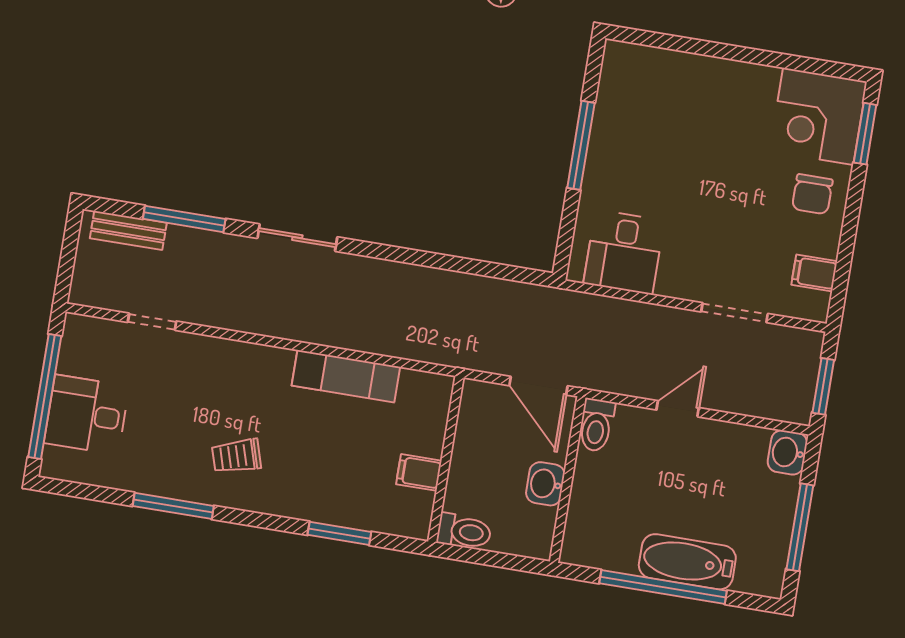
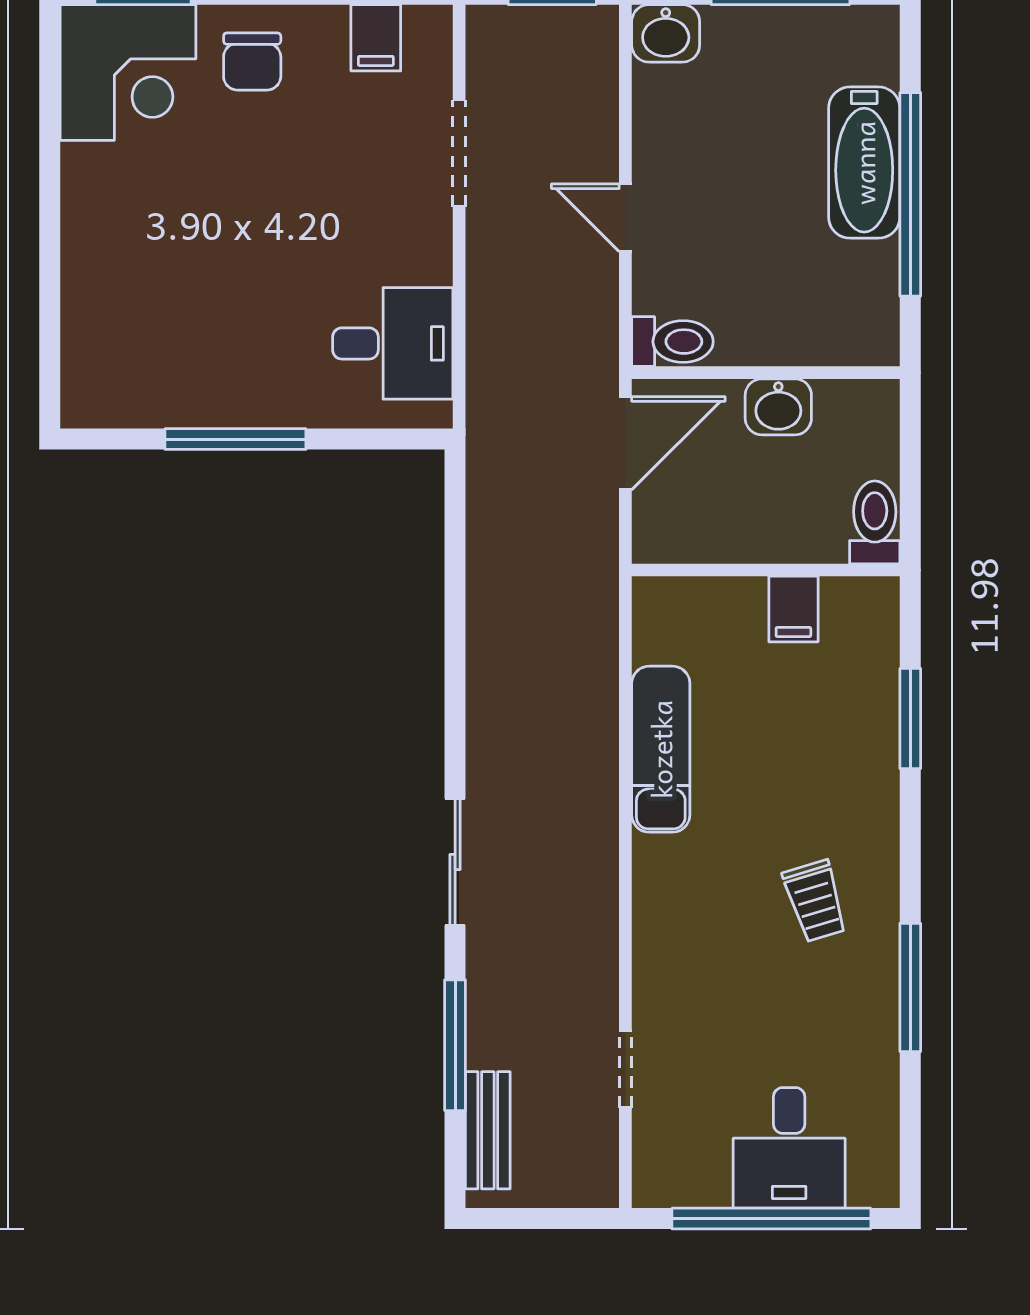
chair: (812, 194) -> (252, 61), turned 90

